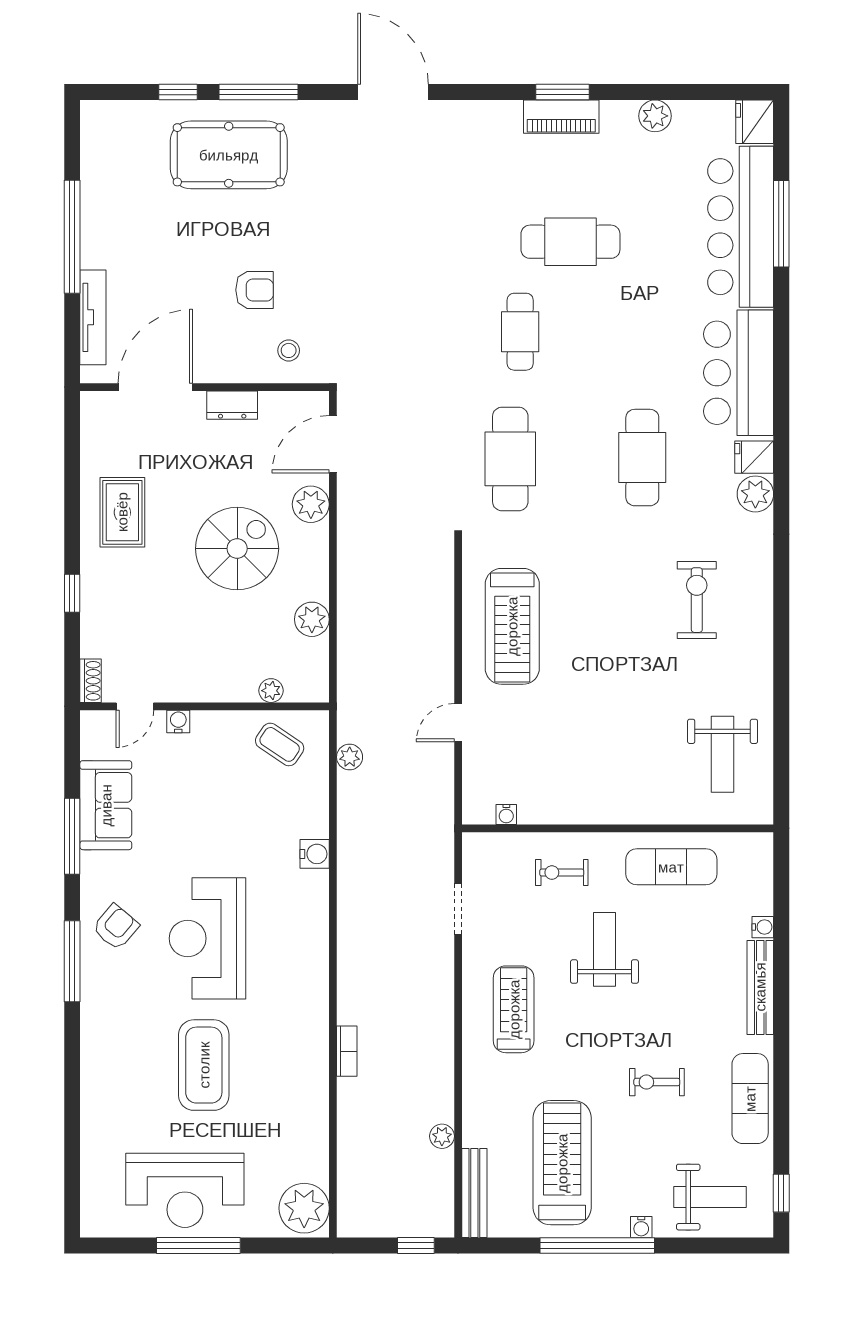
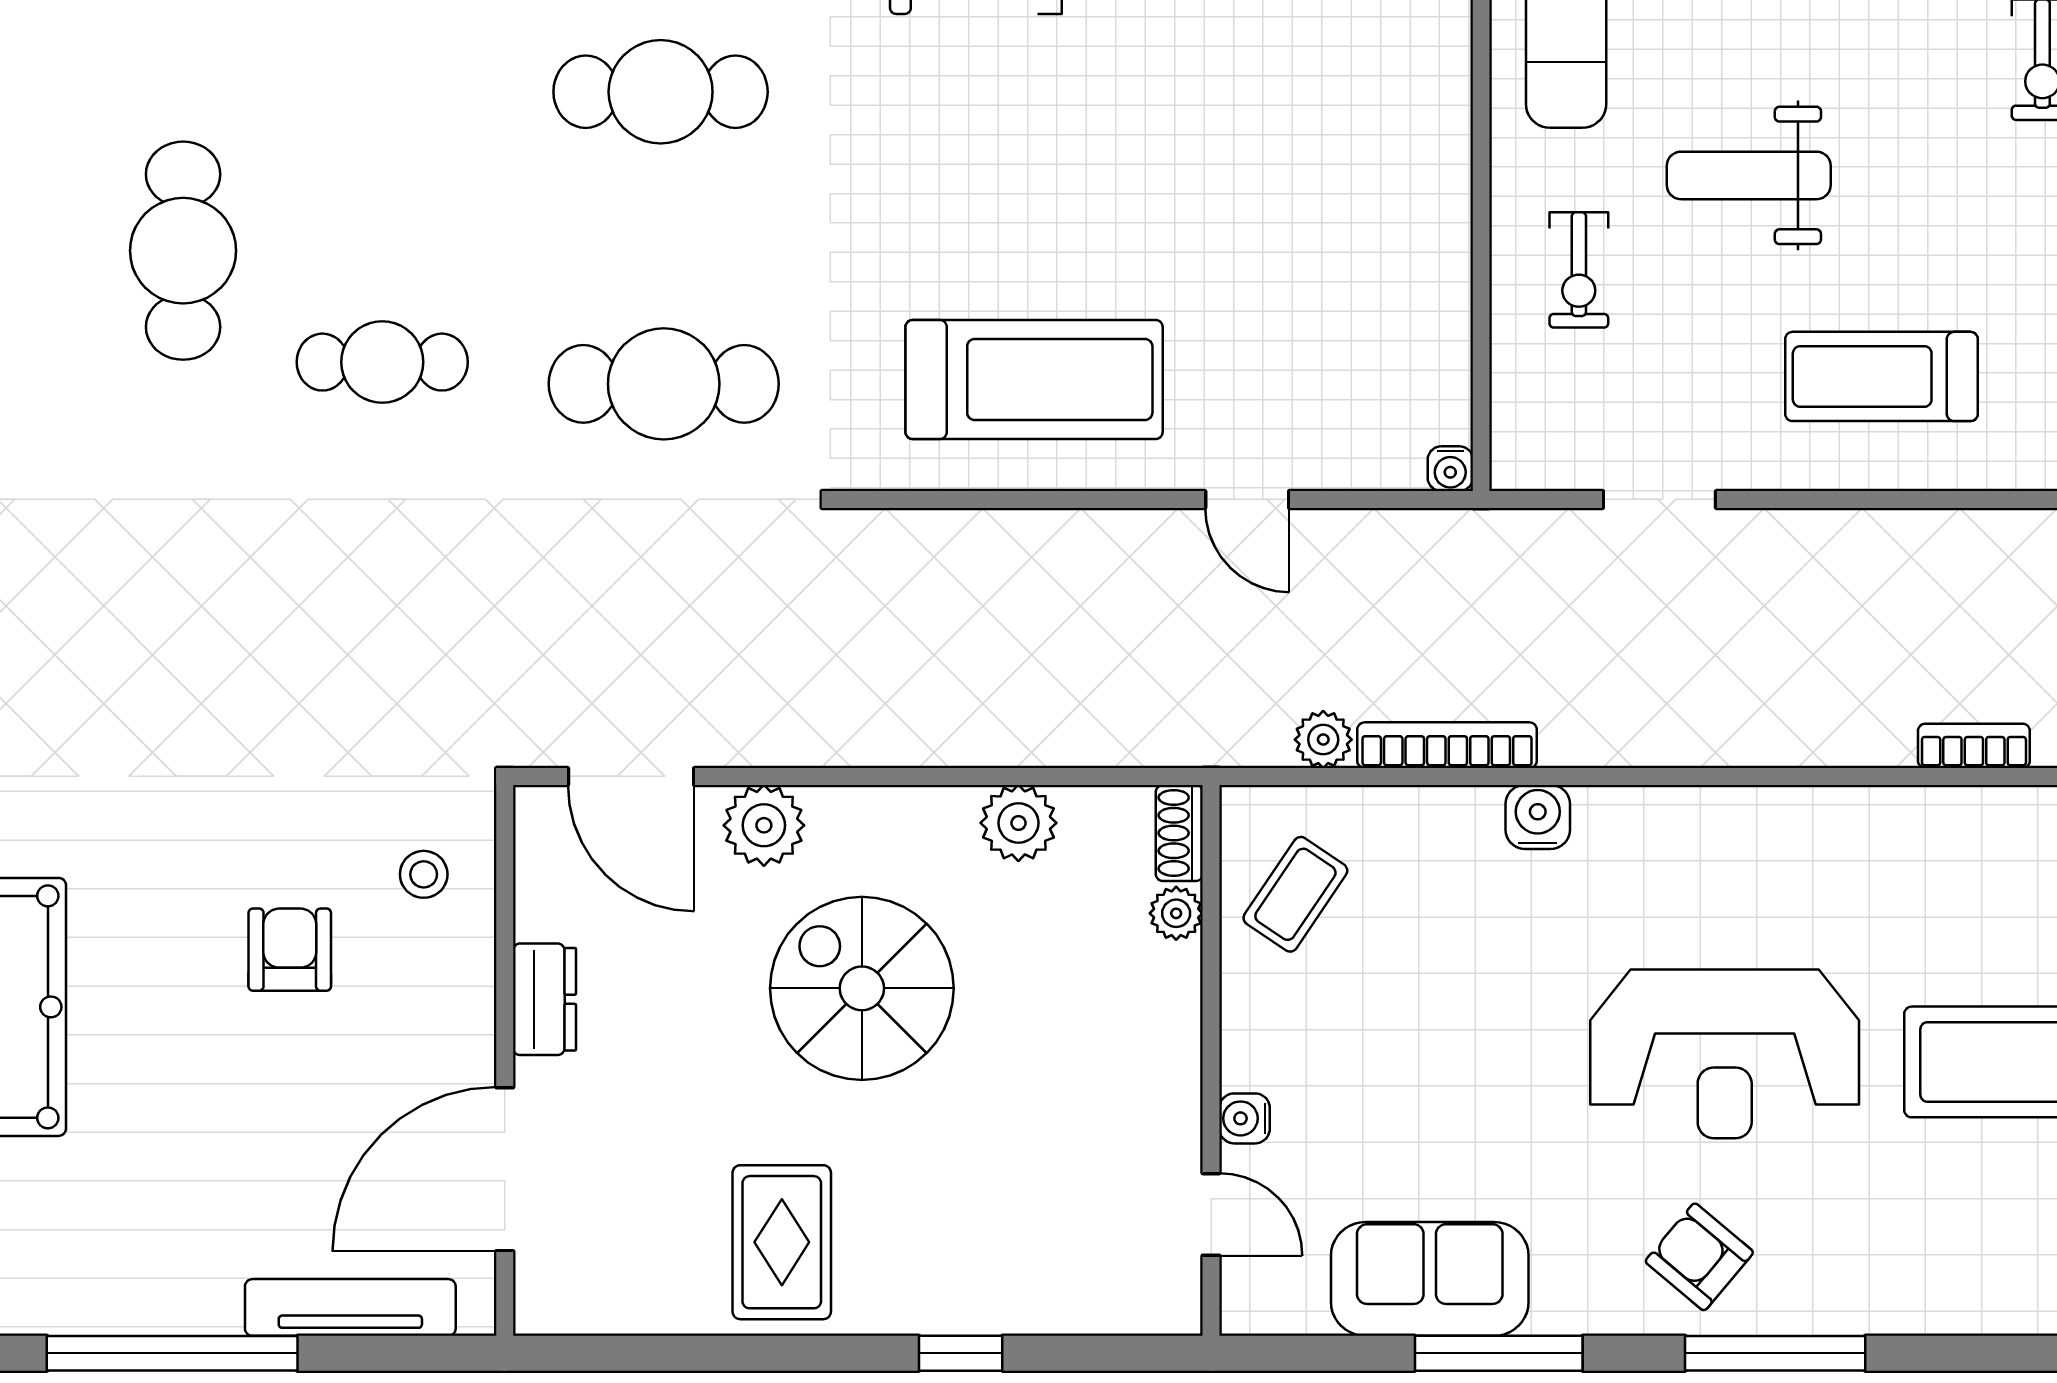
door: (155, 387) -> (505, 1169), hinge flipped
rug: (122, 512) -> (782, 1242), turned 90
shoe rack: (91, 681) -> (1179, 833), moved, turned -90
bookcase: (347, 813) -> (1447, 745), added
water cooler: (506, 814) -> (1450, 469), moved, turned 90

